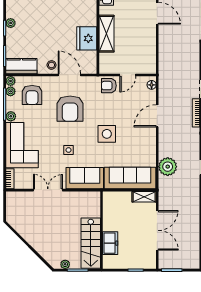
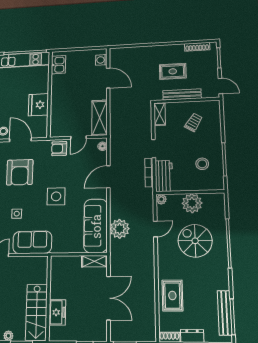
shelving: (106, 34) -> (100, 118), moved
sofa: (130, 178) -> (96, 226), moved, turned -90

